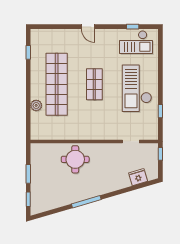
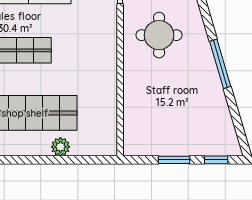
round table: (75, 159) -> (159, 35), moved

